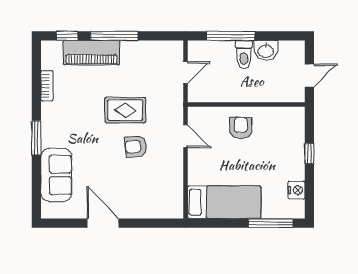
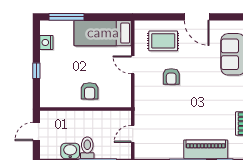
rug: (125, 110) -> (163, 41), moved
door: (185, 136) -> (133, 65), moved
armchair: (136, 146) -> (171, 76), turned 96

